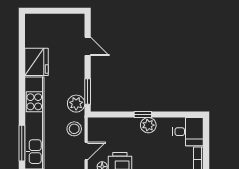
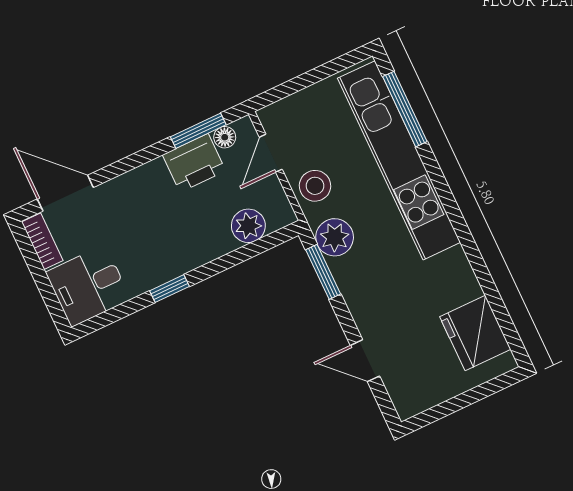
fridge: (36, 62) -> (475, 333), moved
window: (143, 115) -> (169, 289), moved
plant: (148, 125) -> (248, 226), moved

